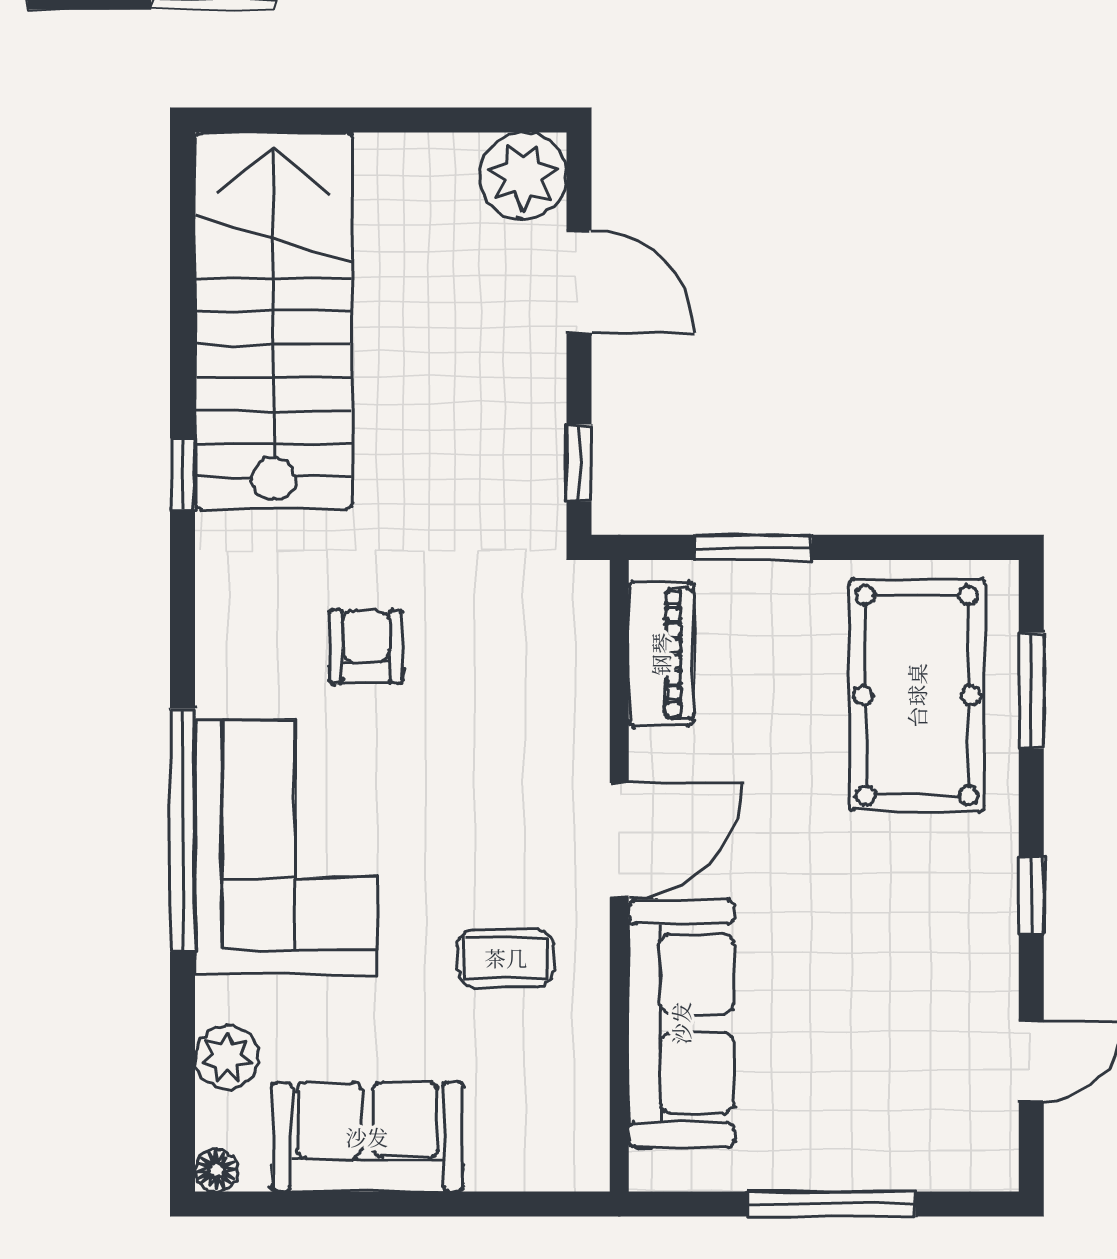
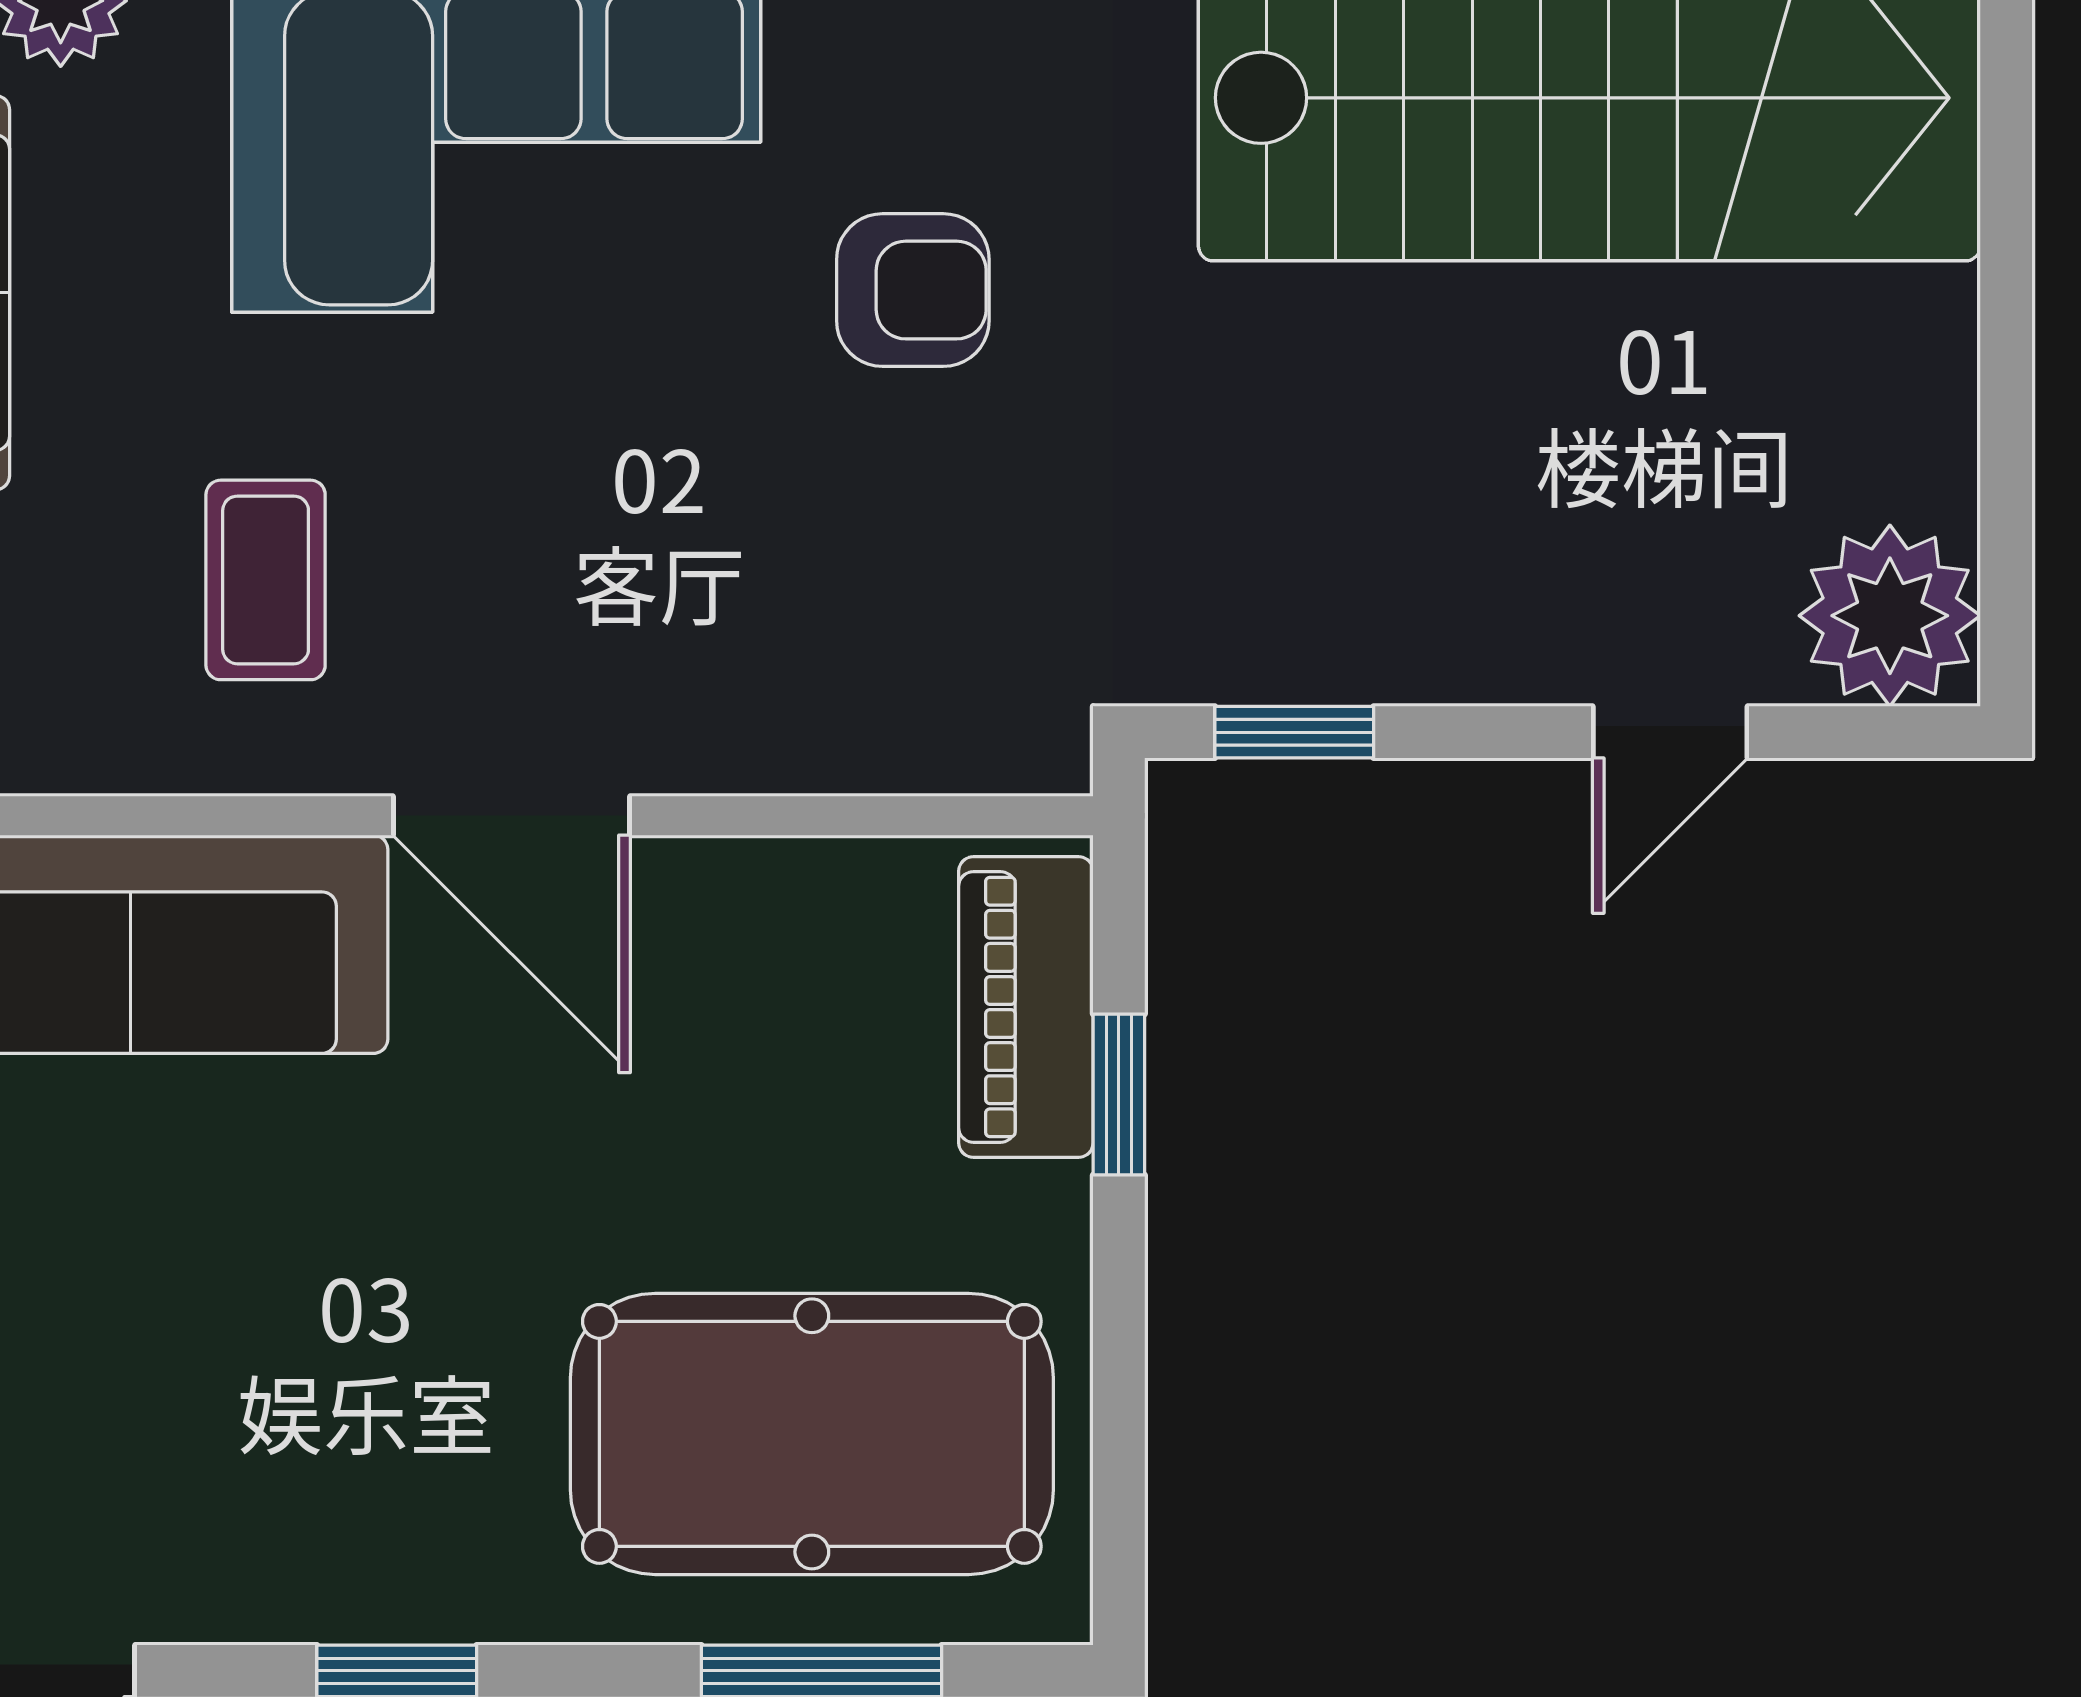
door: (579, 282) -> (1670, 732), width x0.73
window: (754, 547) -> (1119, 1095), width x0.67
piano: (661, 654) -> (1026, 1007), moved, turned 90

